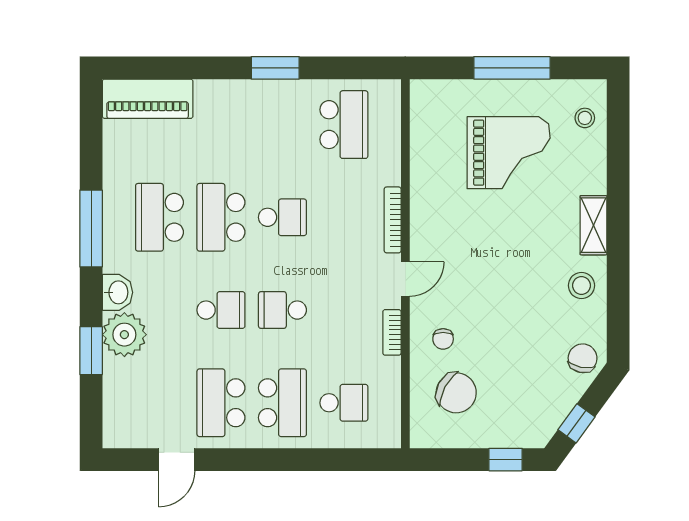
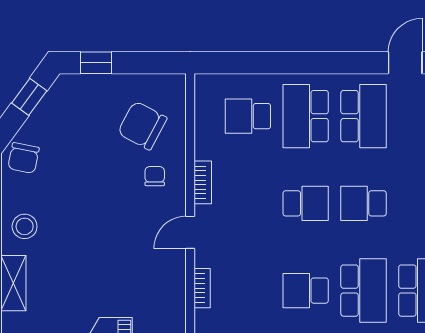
bookcase: (393, 220) -> (202, 288), width x0.64

